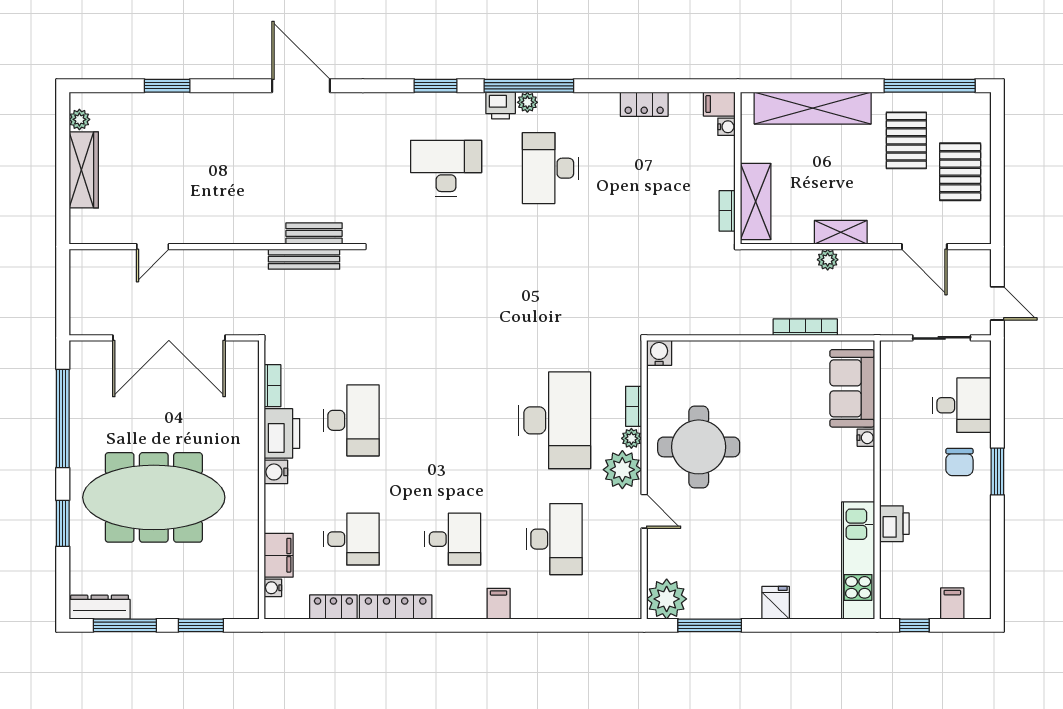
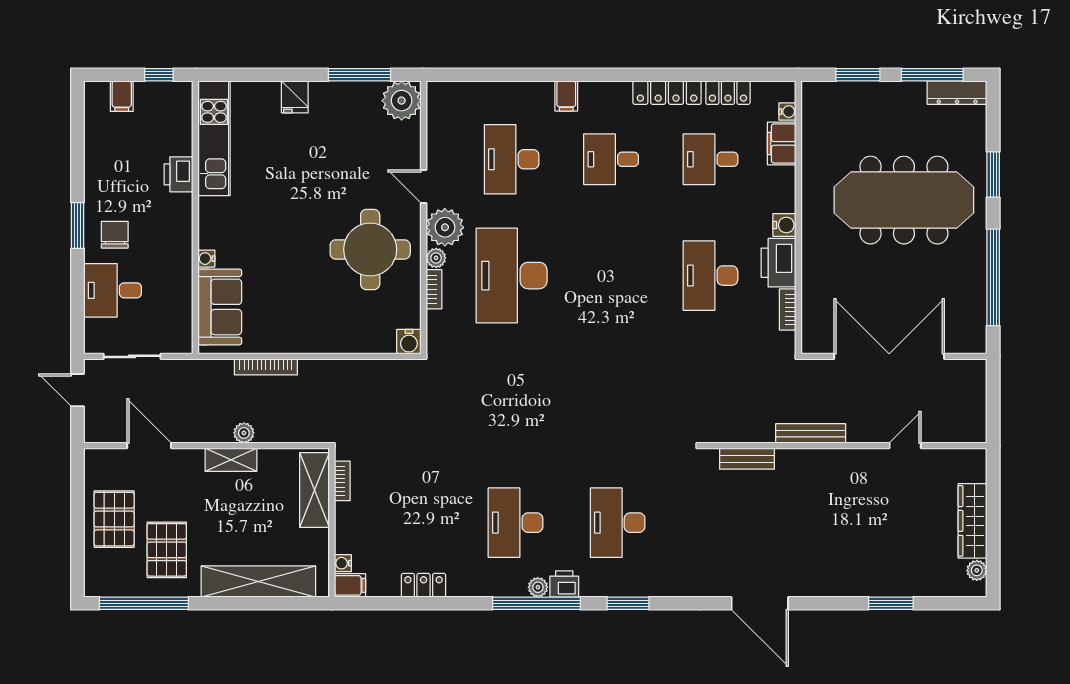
desk: (446, 168) -> (618, 523), turned 90
desk: (550, 168) -> (516, 523), turned 180
bench: (304, 259) -> (811, 433), moved

